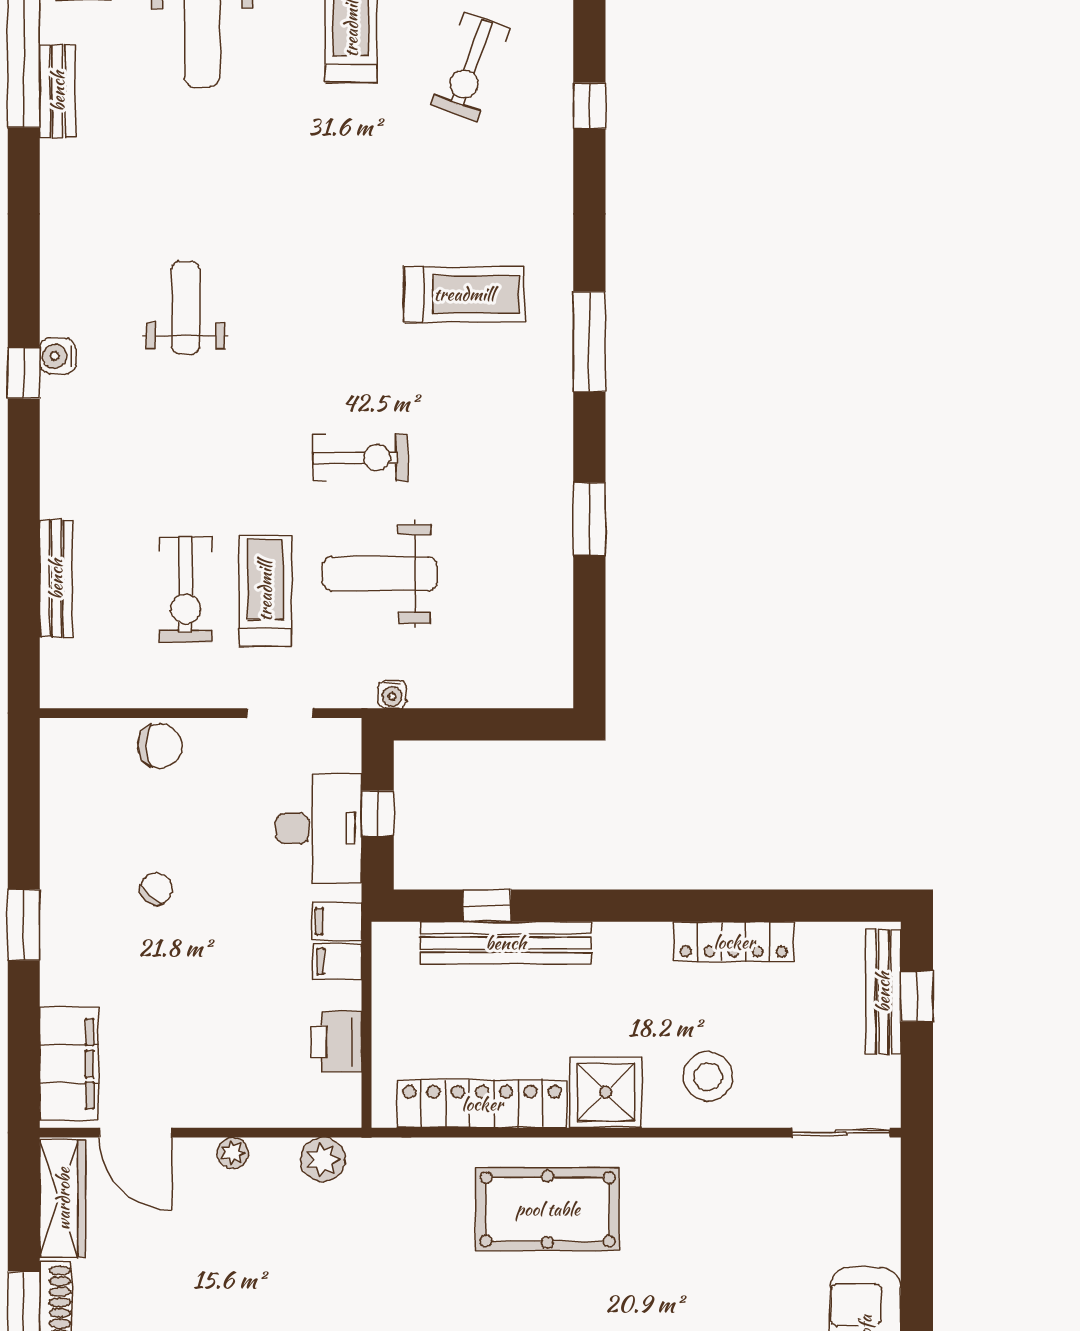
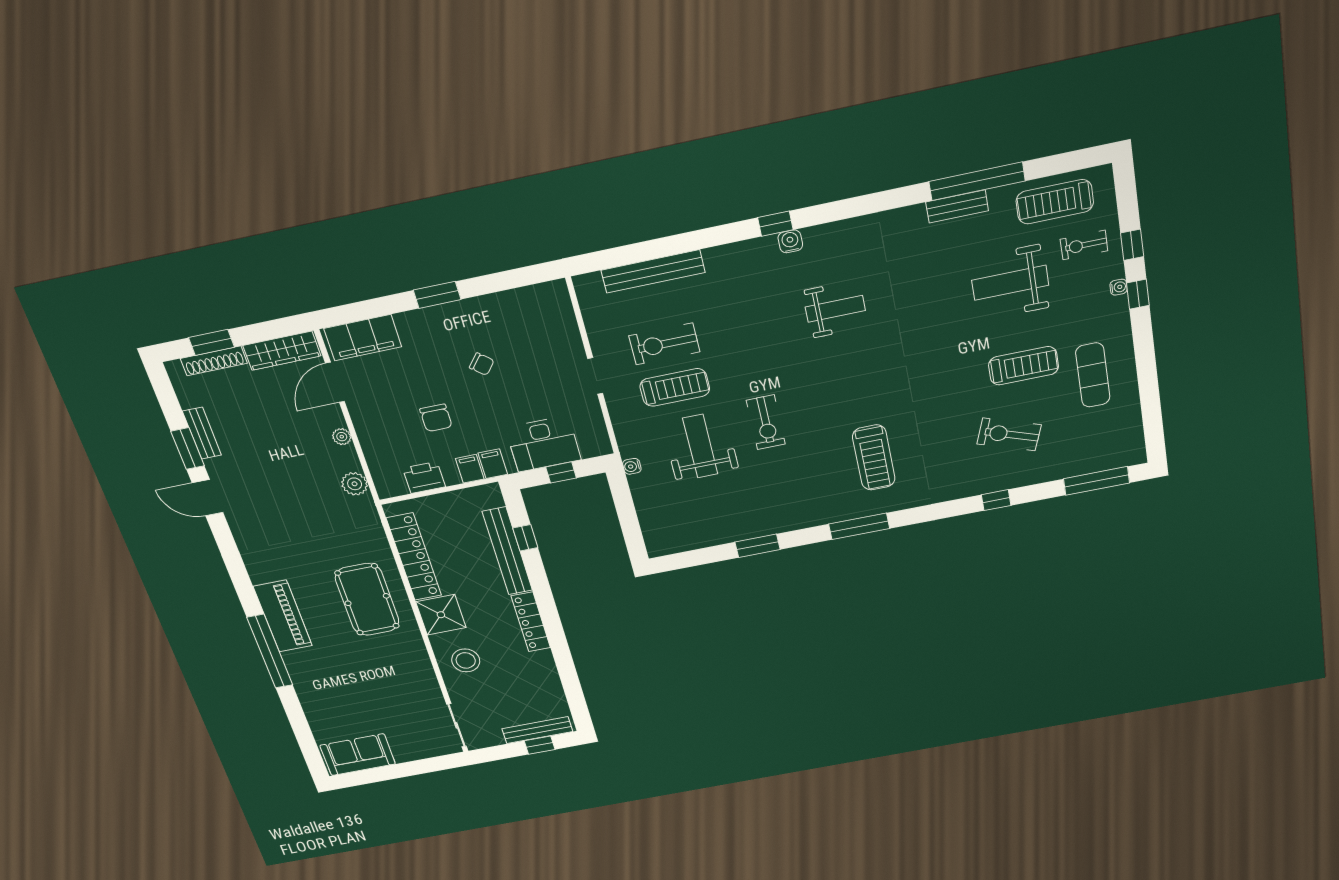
bench: (56, 579) -> (653, 271), width x1.37, depth x1.21
doorway: (280, 713) -> (595, 376), moved
chair: (160, 746) -> (436, 418), moved
locker: (734, 942) -> (531, 622), moved

